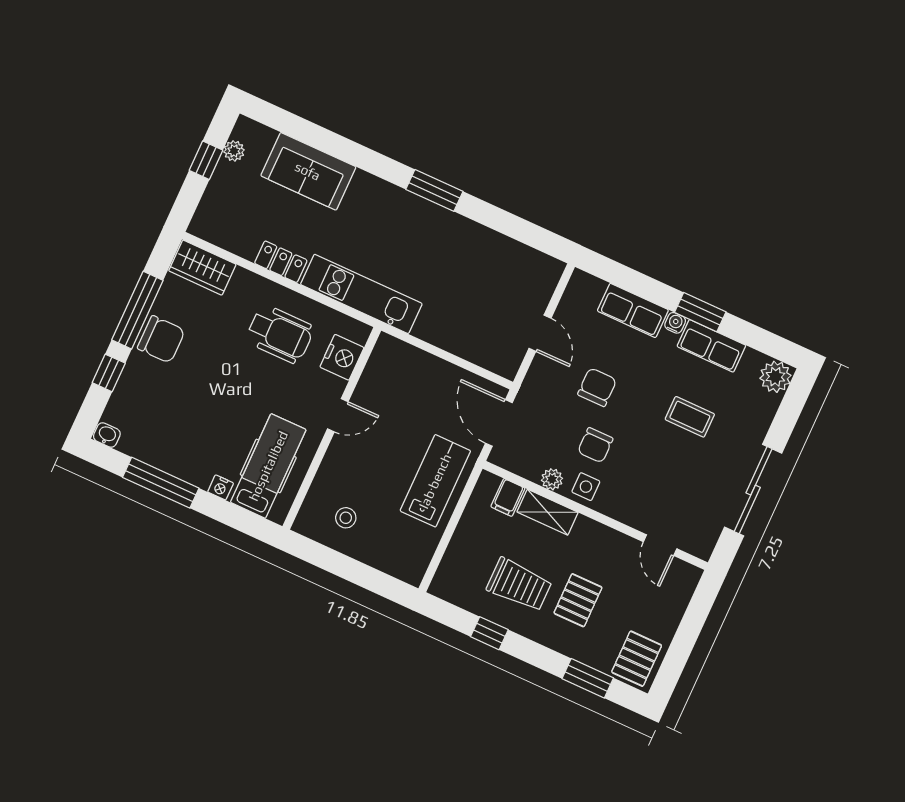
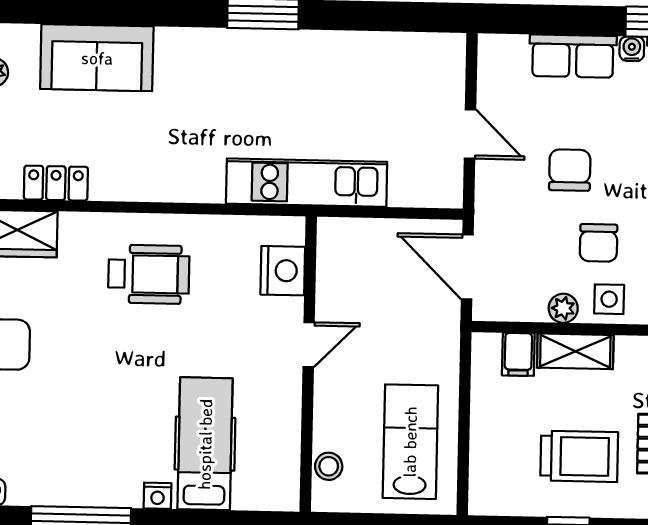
locker: (281, 262) -> (56, 183), moved
kitchen unit: (361, 294) -> (307, 183), moved
nightstand: (342, 357) -> (283, 271), moved
door: (338, 415) -> (309, 345), moved
wall: (332, 428) -> (308, 364), moved
lab bench: (435, 481) -> (410, 442), moved

